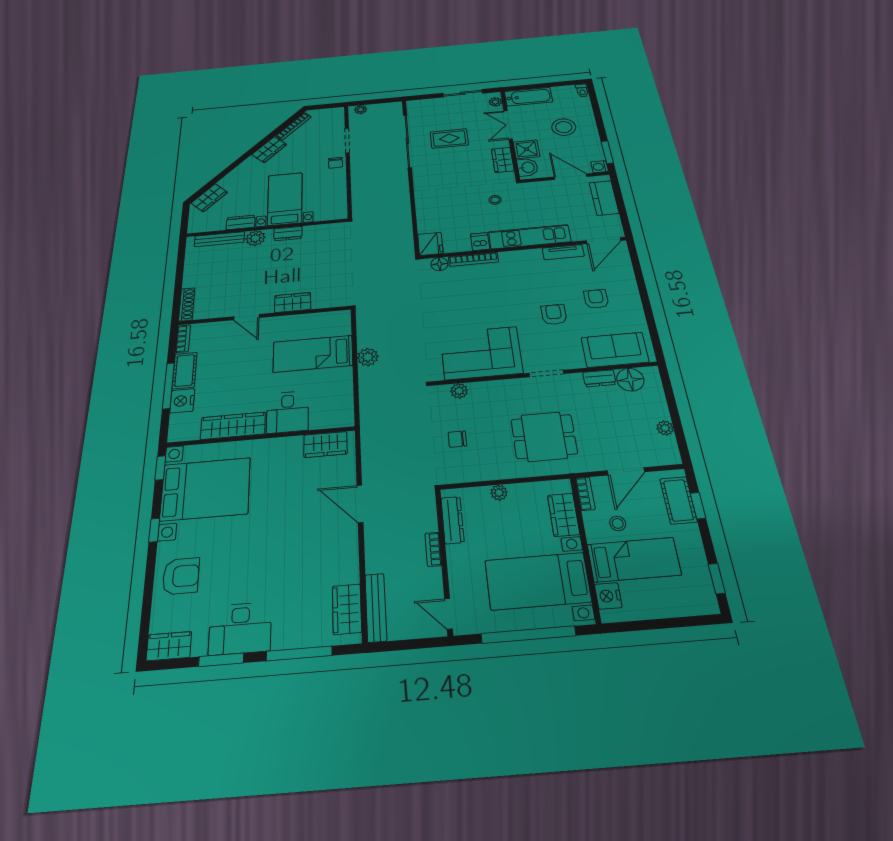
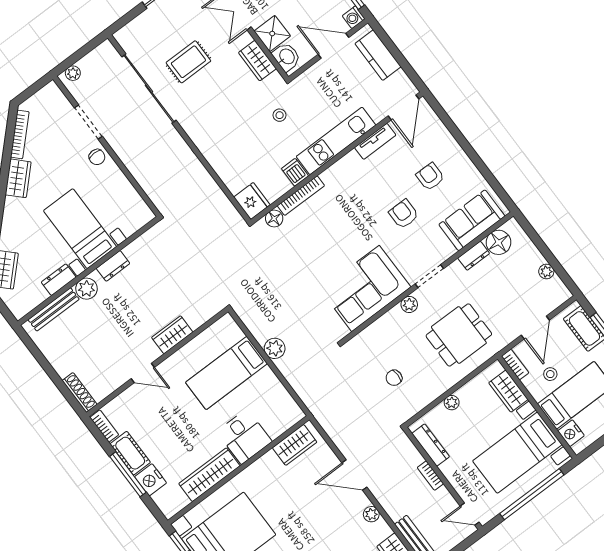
plant: (459, 391) -> (409, 304), moved
plant: (350, 551) -> (371, 514), added

